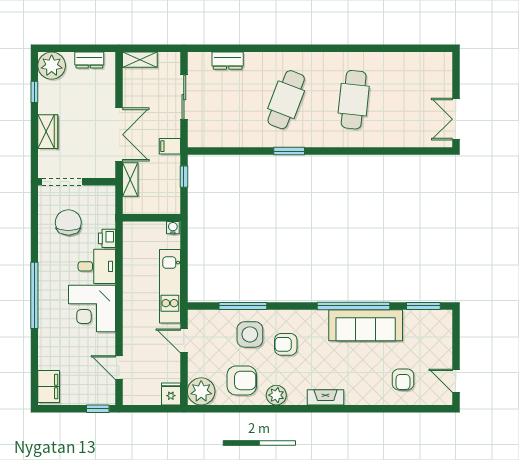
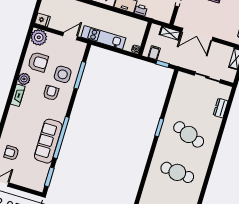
filing cabinet: (170, 146) -> (154, 53), moved
armchair: (242, 380) -> (38, 62), turned -90
fireplace: (326, 397) -> (18, 95), moved

